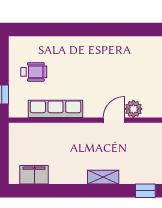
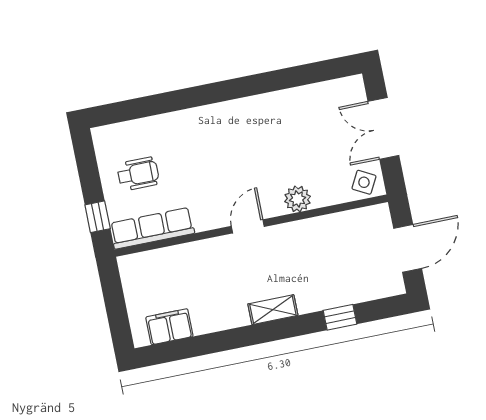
row of seats: (56, 109) -> (152, 228), moved
door: (114, 120) -> (248, 226), moved

